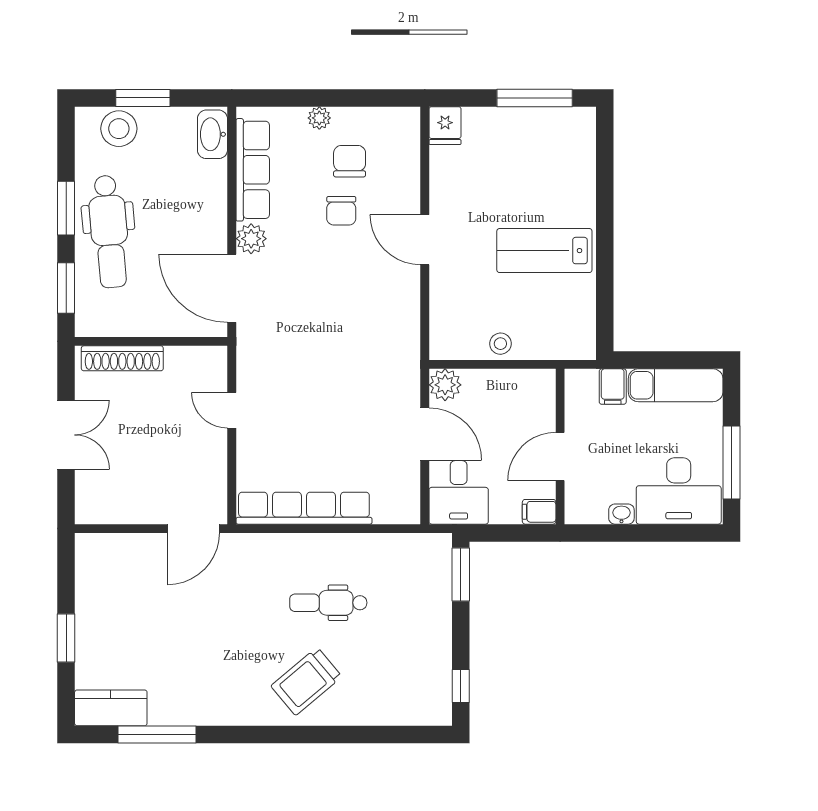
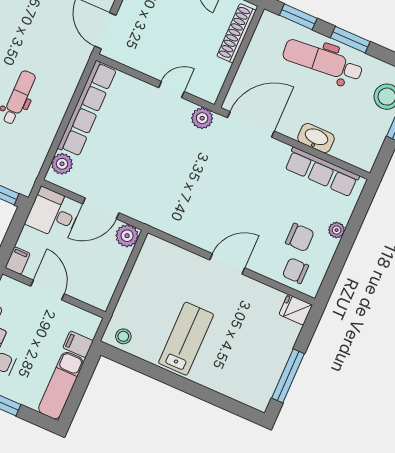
washbasin: (212, 134) -> (316, 138), moved
chair: (341, 211) -> (295, 271), moved
plant: (251, 239) -> (202, 118), moved
stool: (500, 344) -> (123, 336), moved
plant: (389, 509) -> (62, 164), added

